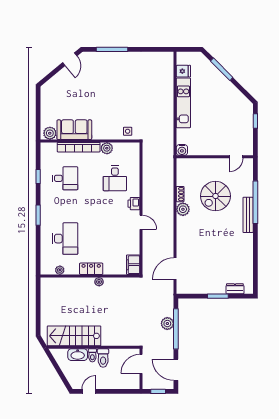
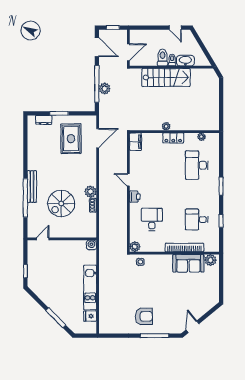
armchair: (124, 71) -> (144, 316), added
plant: (107, 148) -> (135, 247), moved
spiral stairs: (215, 196) -> (61, 204), turned 180
rug: (205, 268) -> (71, 139), added
stairs: (74, 336) -> (166, 77), moved
door: (89, 391) -> (175, 28), hinge flipped

